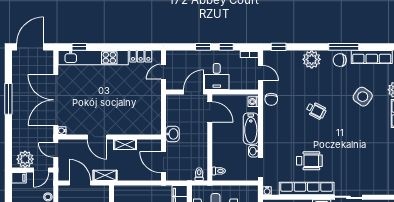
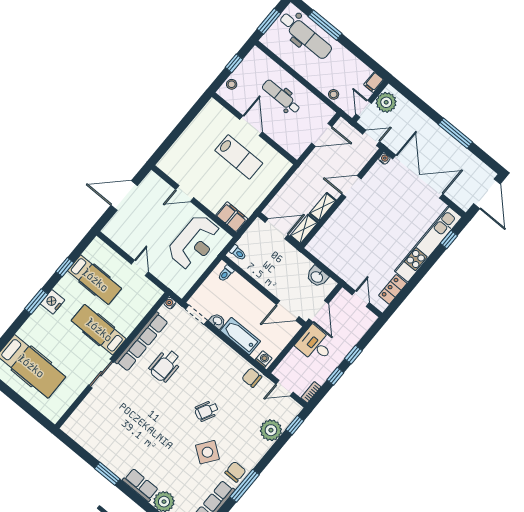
plant: (312, 59) -> (271, 430), moved
side table: (363, 97) -> (207, 452), moved
washbasin: (172, 134) -> (317, 277), moved
shelving: (105, 175) -> (304, 229), moved

